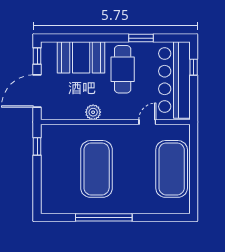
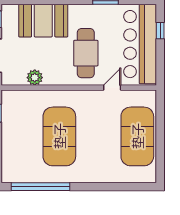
cafe table: (123, 69) -> (86, 53), moved
plant: (93, 112) -> (35, 78), moved
window: (104, 217) -> (40, 187), moved

